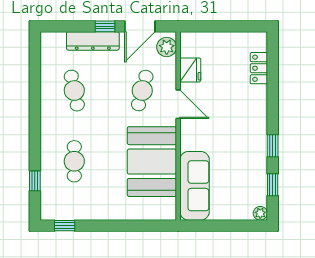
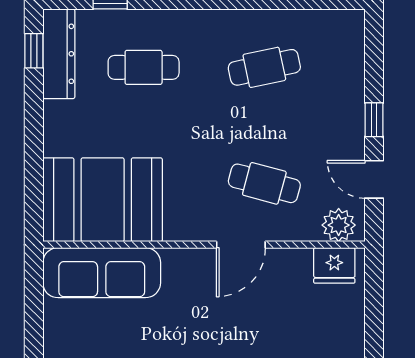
door: (140, 26) -> (374, 179), width x0.73
dresser: (93, 41) -> (59, 54), moved, turned 180
fridge: (190, 70) -> (334, 265), moved
booth: (152, 162) -> (103, 200), moved

